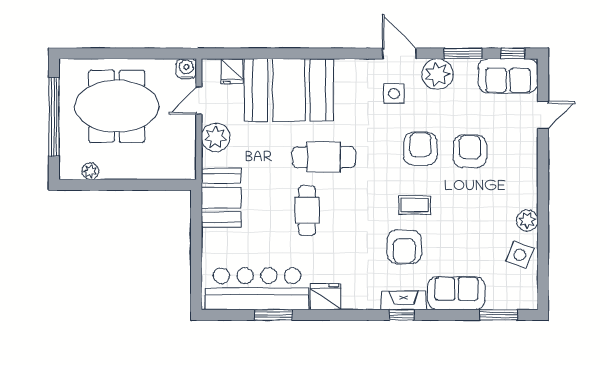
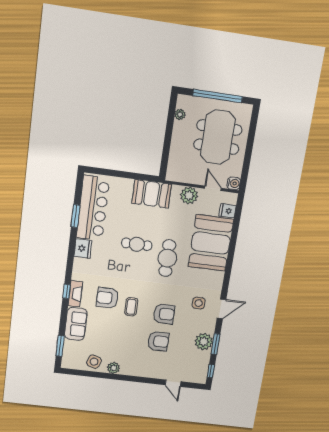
plant: (437, 74) -> (204, 342), moved
sofa: (508, 76) -> (199, 367), removed

